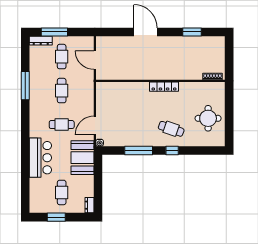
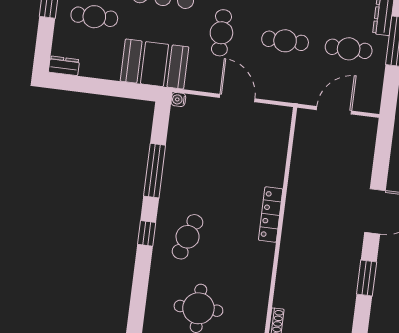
window: (192, 32) -> (367, 278), moved
locker: (164, 87) -> (271, 215), moved
door: (95, 126) -> (237, 98), moved

